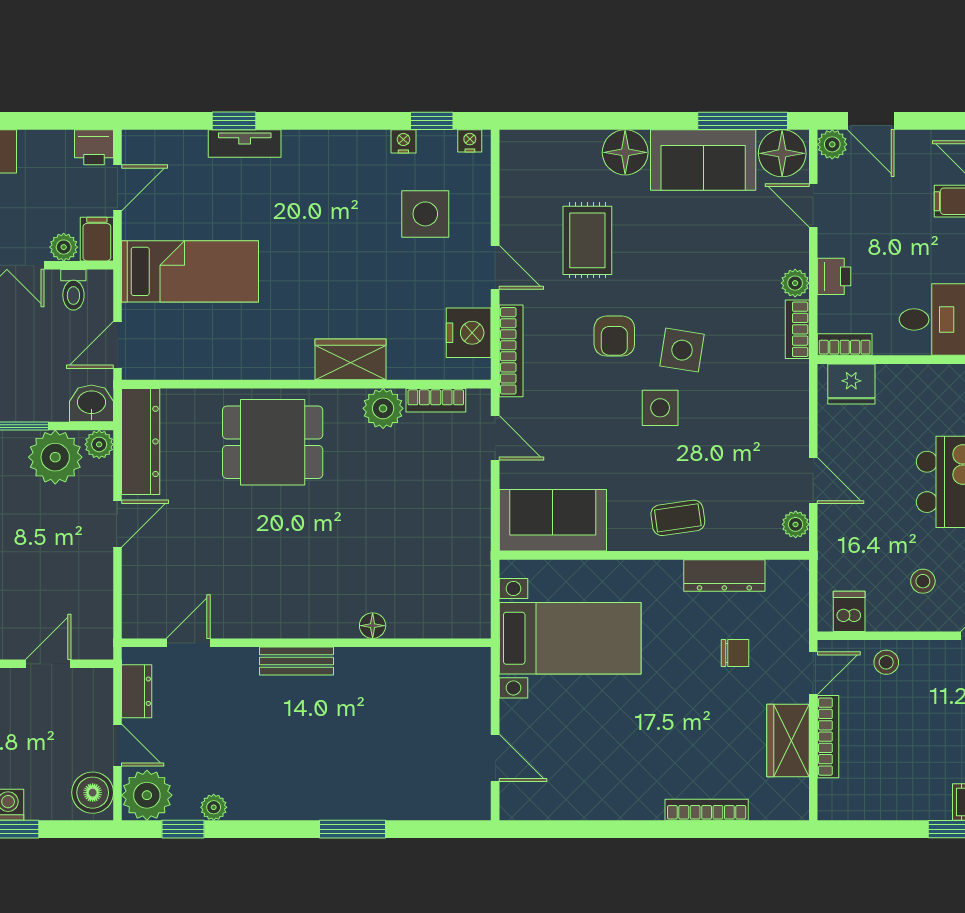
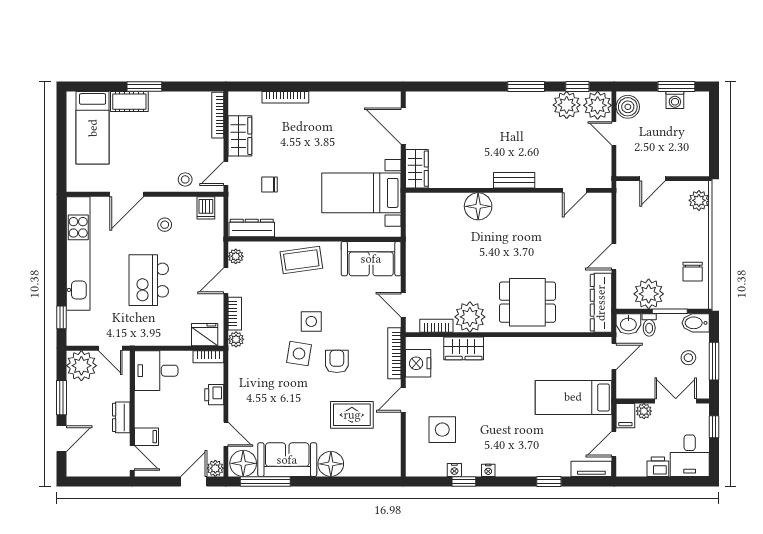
window: (432, 121) -> (464, 481), moved
door: (871, 121) -> (194, 481), hinge flipped
nightstand: (470, 141) -> (488, 470), moved
tv unit: (245, 143) -> (591, 469), moved
printer: (94, 147) -> (658, 467), moved
rug: (587, 240) -> (352, 415), turned 90
door: (495, 267) -> (403, 400), hinge flipped
plant: (795, 283) -> (236, 339), moved
toilet: (73, 290) -> (649, 325), moved, turned 180
bookcase: (797, 329) -> (235, 314), moved
wardrobe: (350, 359) -> (464, 348), moved
plant: (383, 408) -> (470, 317), width x1.36, depth x1.36
plant: (99, 444) -> (624, 301), removed
door: (813, 481) -> (226, 281), hinge flipped
coffee table: (678, 518) -> (301, 260), width x1.36, depth x1.30
dresser: (724, 575) -> (252, 228), moved
floor lamp: (373, 626) -> (478, 206), width x1.89, depth x1.89
wardrobe: (471, 682) -> (417, 169), added
dresser: (137, 691) -> (603, 163), removed
bookcase: (828, 737) -> (218, 115), moved
door: (495, 758) -> (403, 126), width x1.38
plant: (214, 807) -> (567, 105), width x1.87, depth x1.87
window: (352, 829) -> (526, 86), moved

